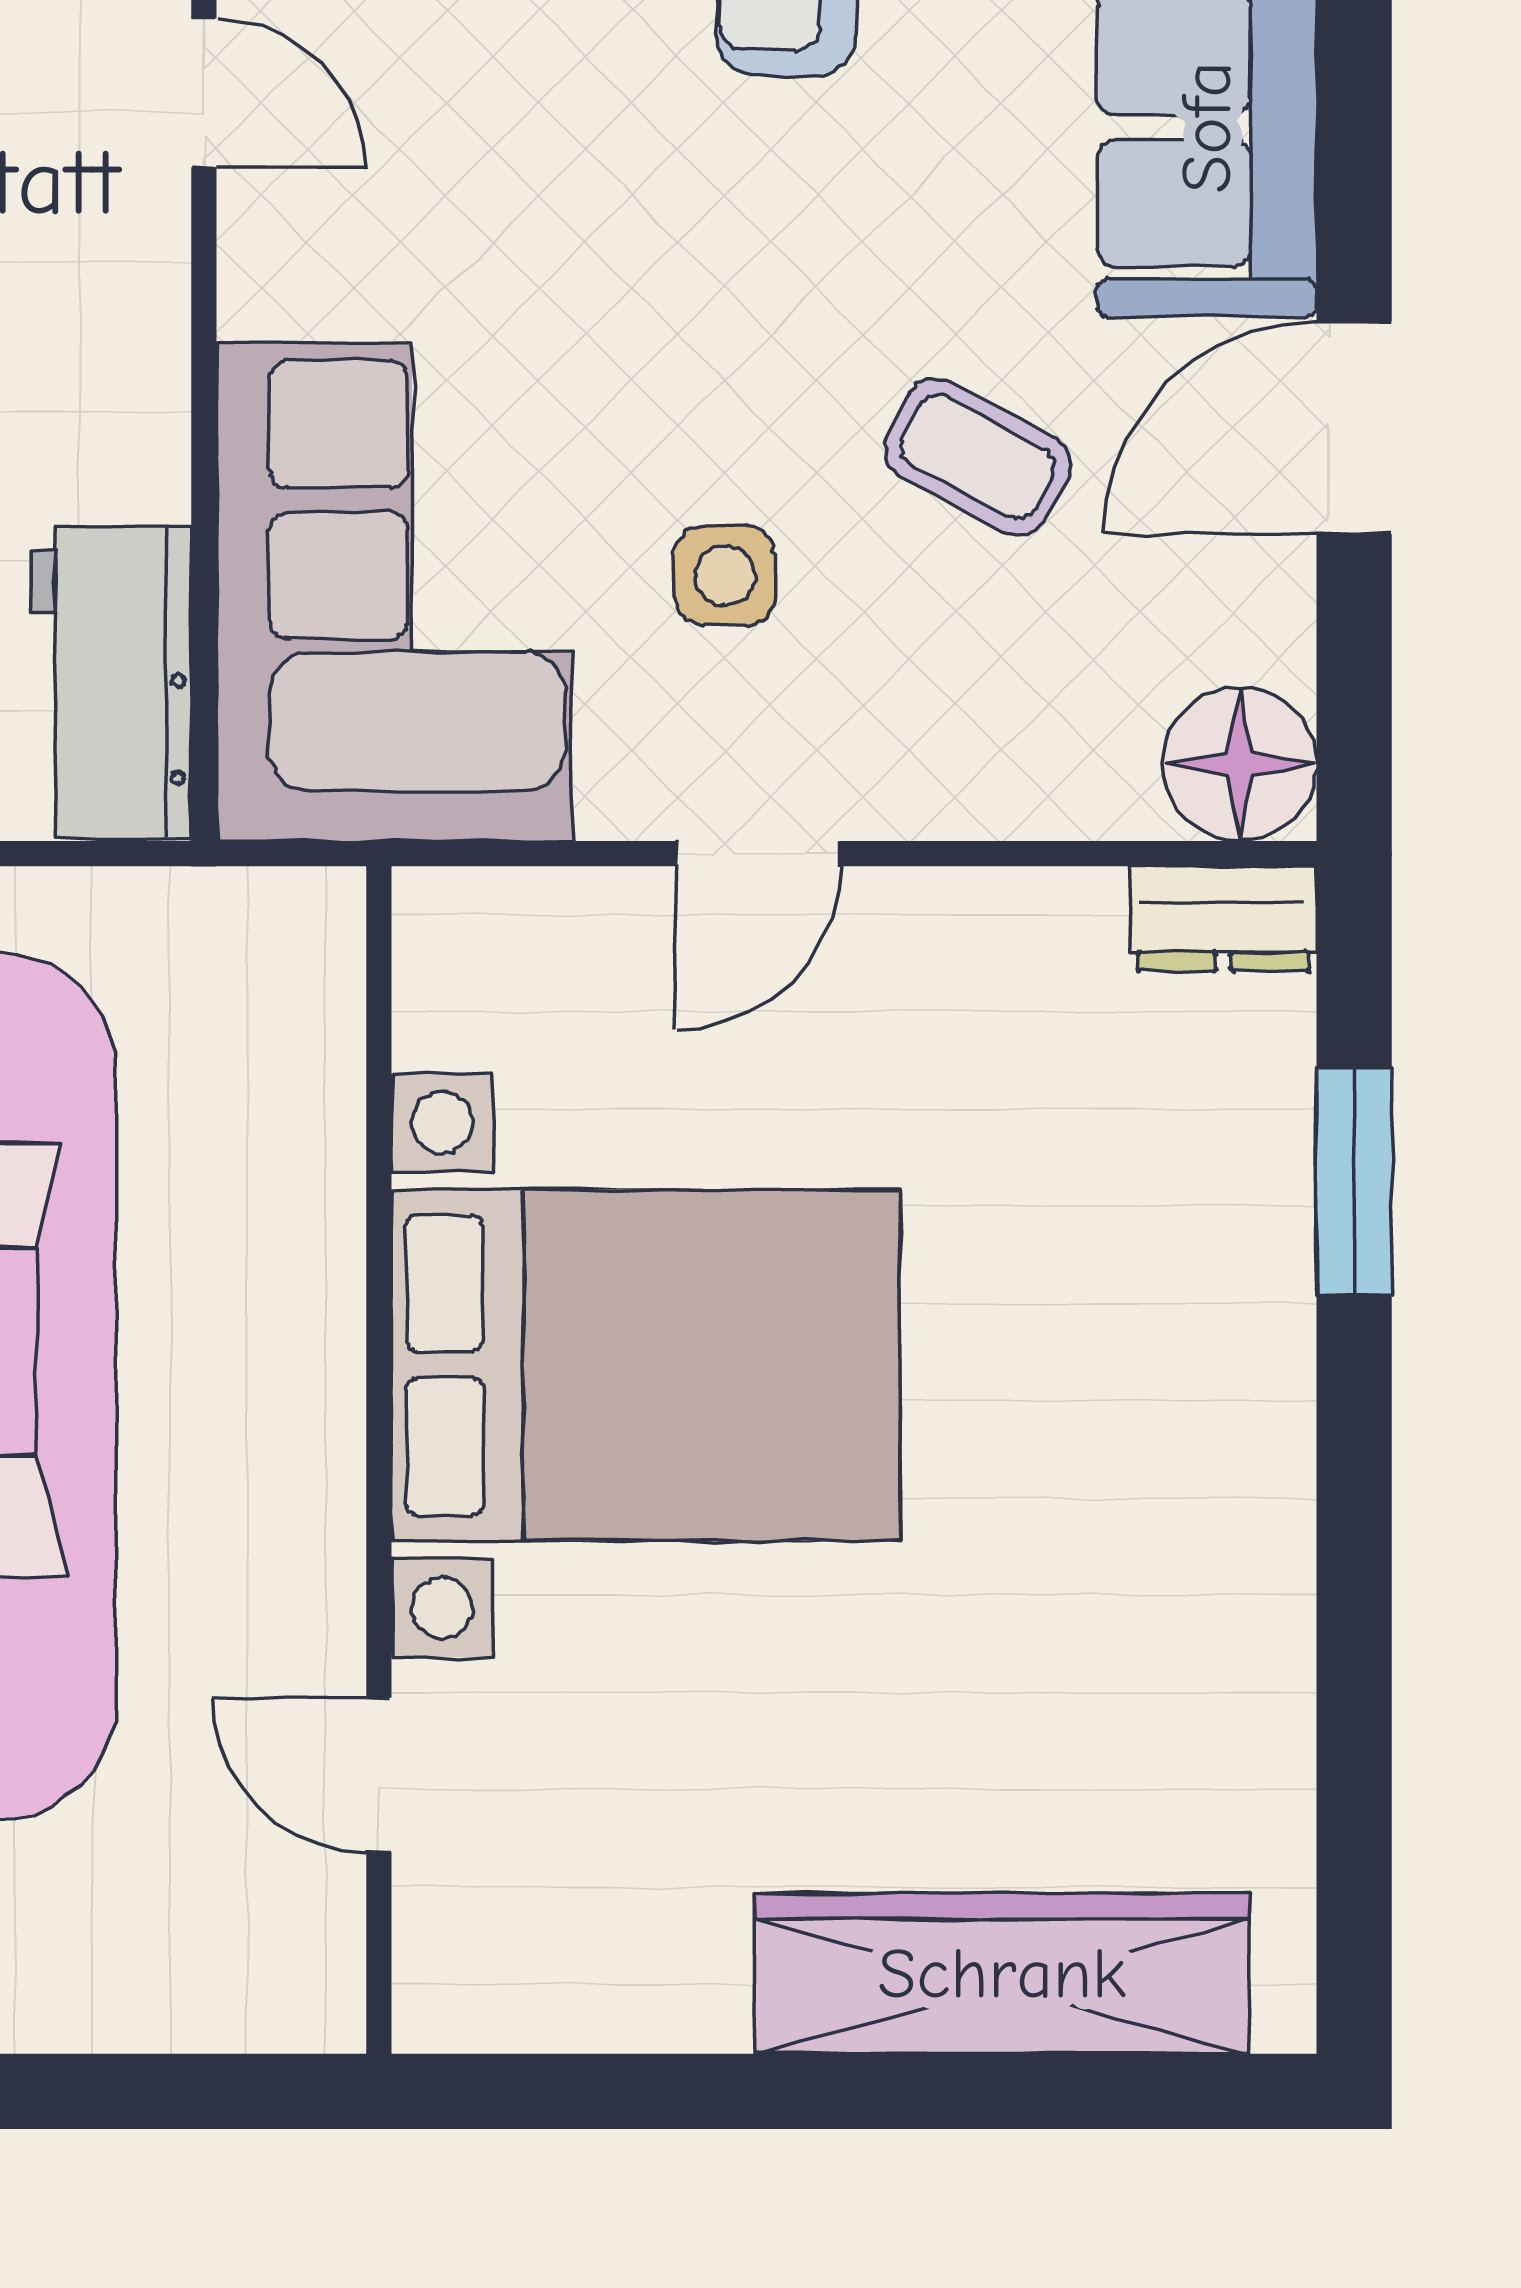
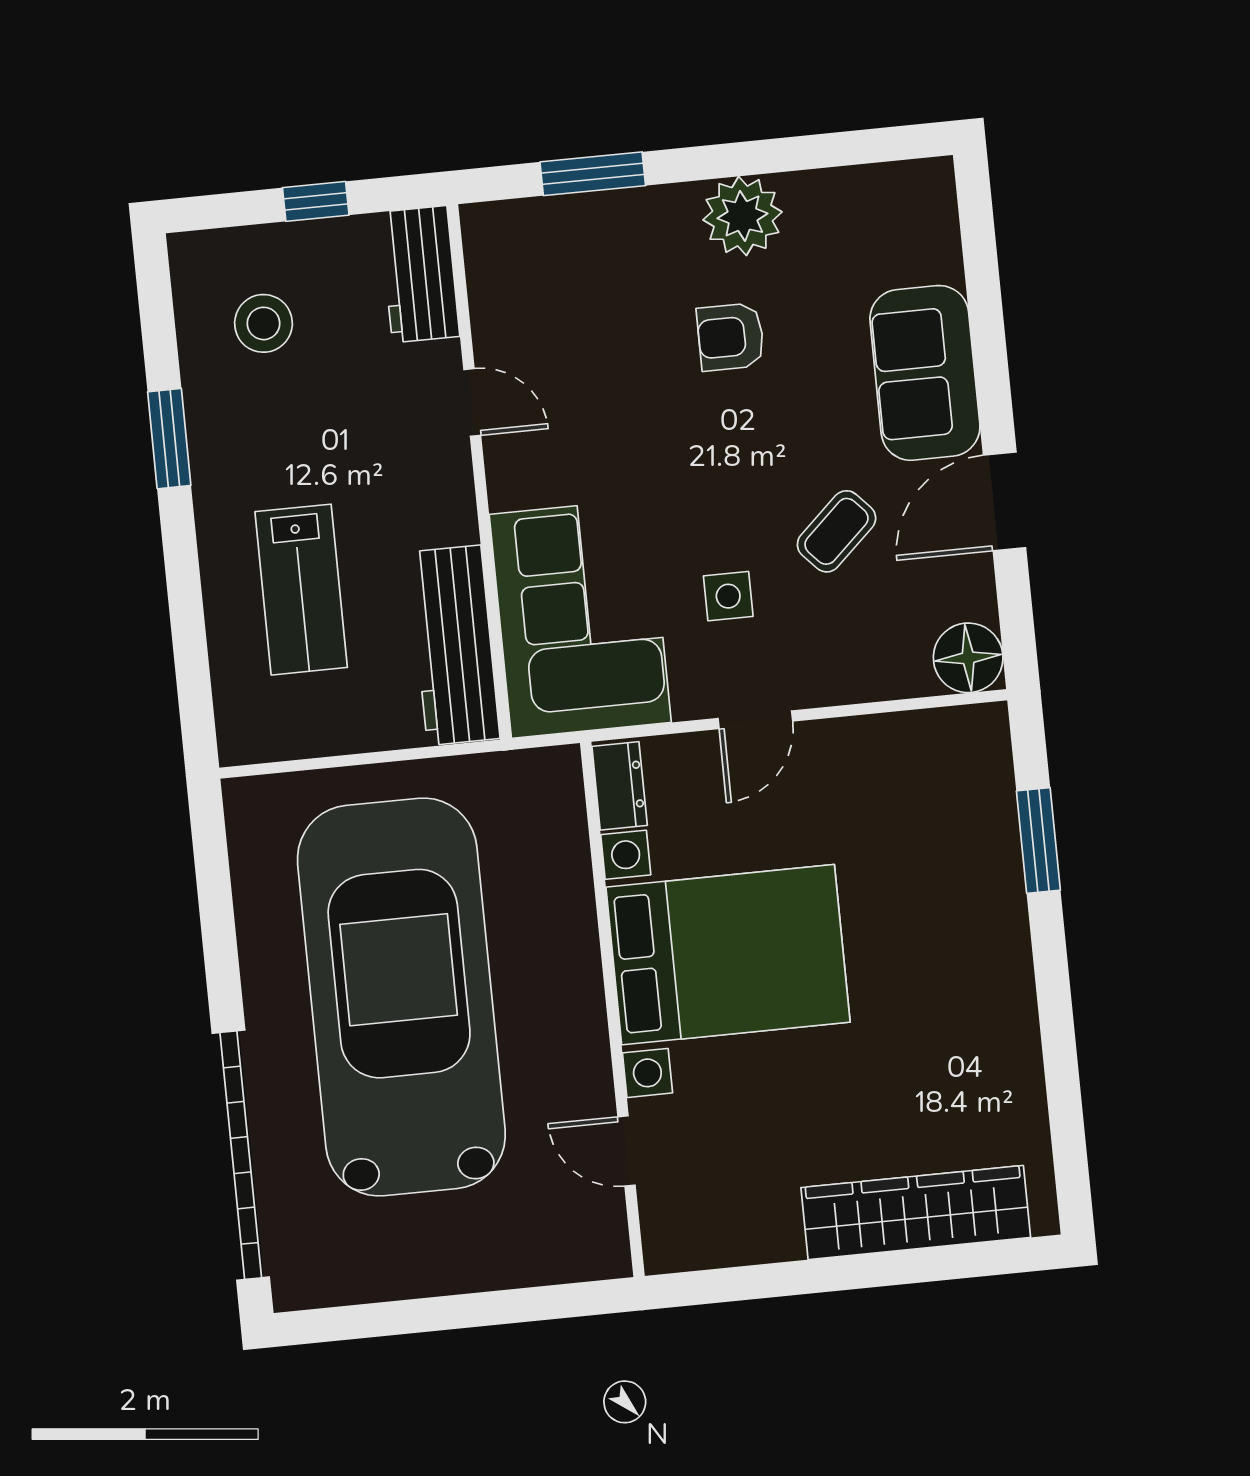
coffee table: (977, 457) -> (837, 531), turned -71
workbench: (110, 682) -> (454, 645), width x1.38
dresser: (1223, 919) -> (620, 786), moved, turned -90

